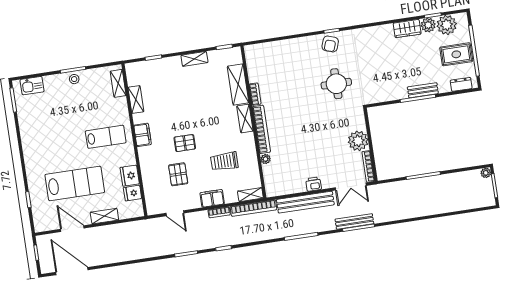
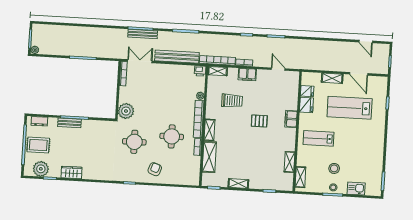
plant: (428, 25) -> (55, 172), removed
armchair: (330, 44) -> (155, 169), moved
kitchen sink: (32, 86) -> (356, 189), moved
round table: (291, 100) -> (172, 136), added
stool: (78, 103) -> (334, 168), added
filing cabinet: (143, 135) -> (291, 119), moved
plant: (358, 141) -> (126, 111), moved
pallet: (178, 174) -> (269, 98), removed
printer: (313, 184) -> (200, 71), moved
door: (72, 271) -> (366, 42), width x0.53

